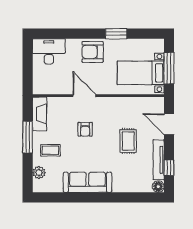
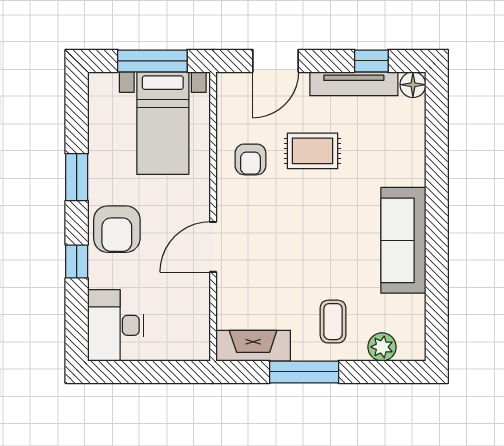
window: (78, 34) -> (77, 262), added
armchair: (85, 129) -> (250, 159), moved, turned 90

